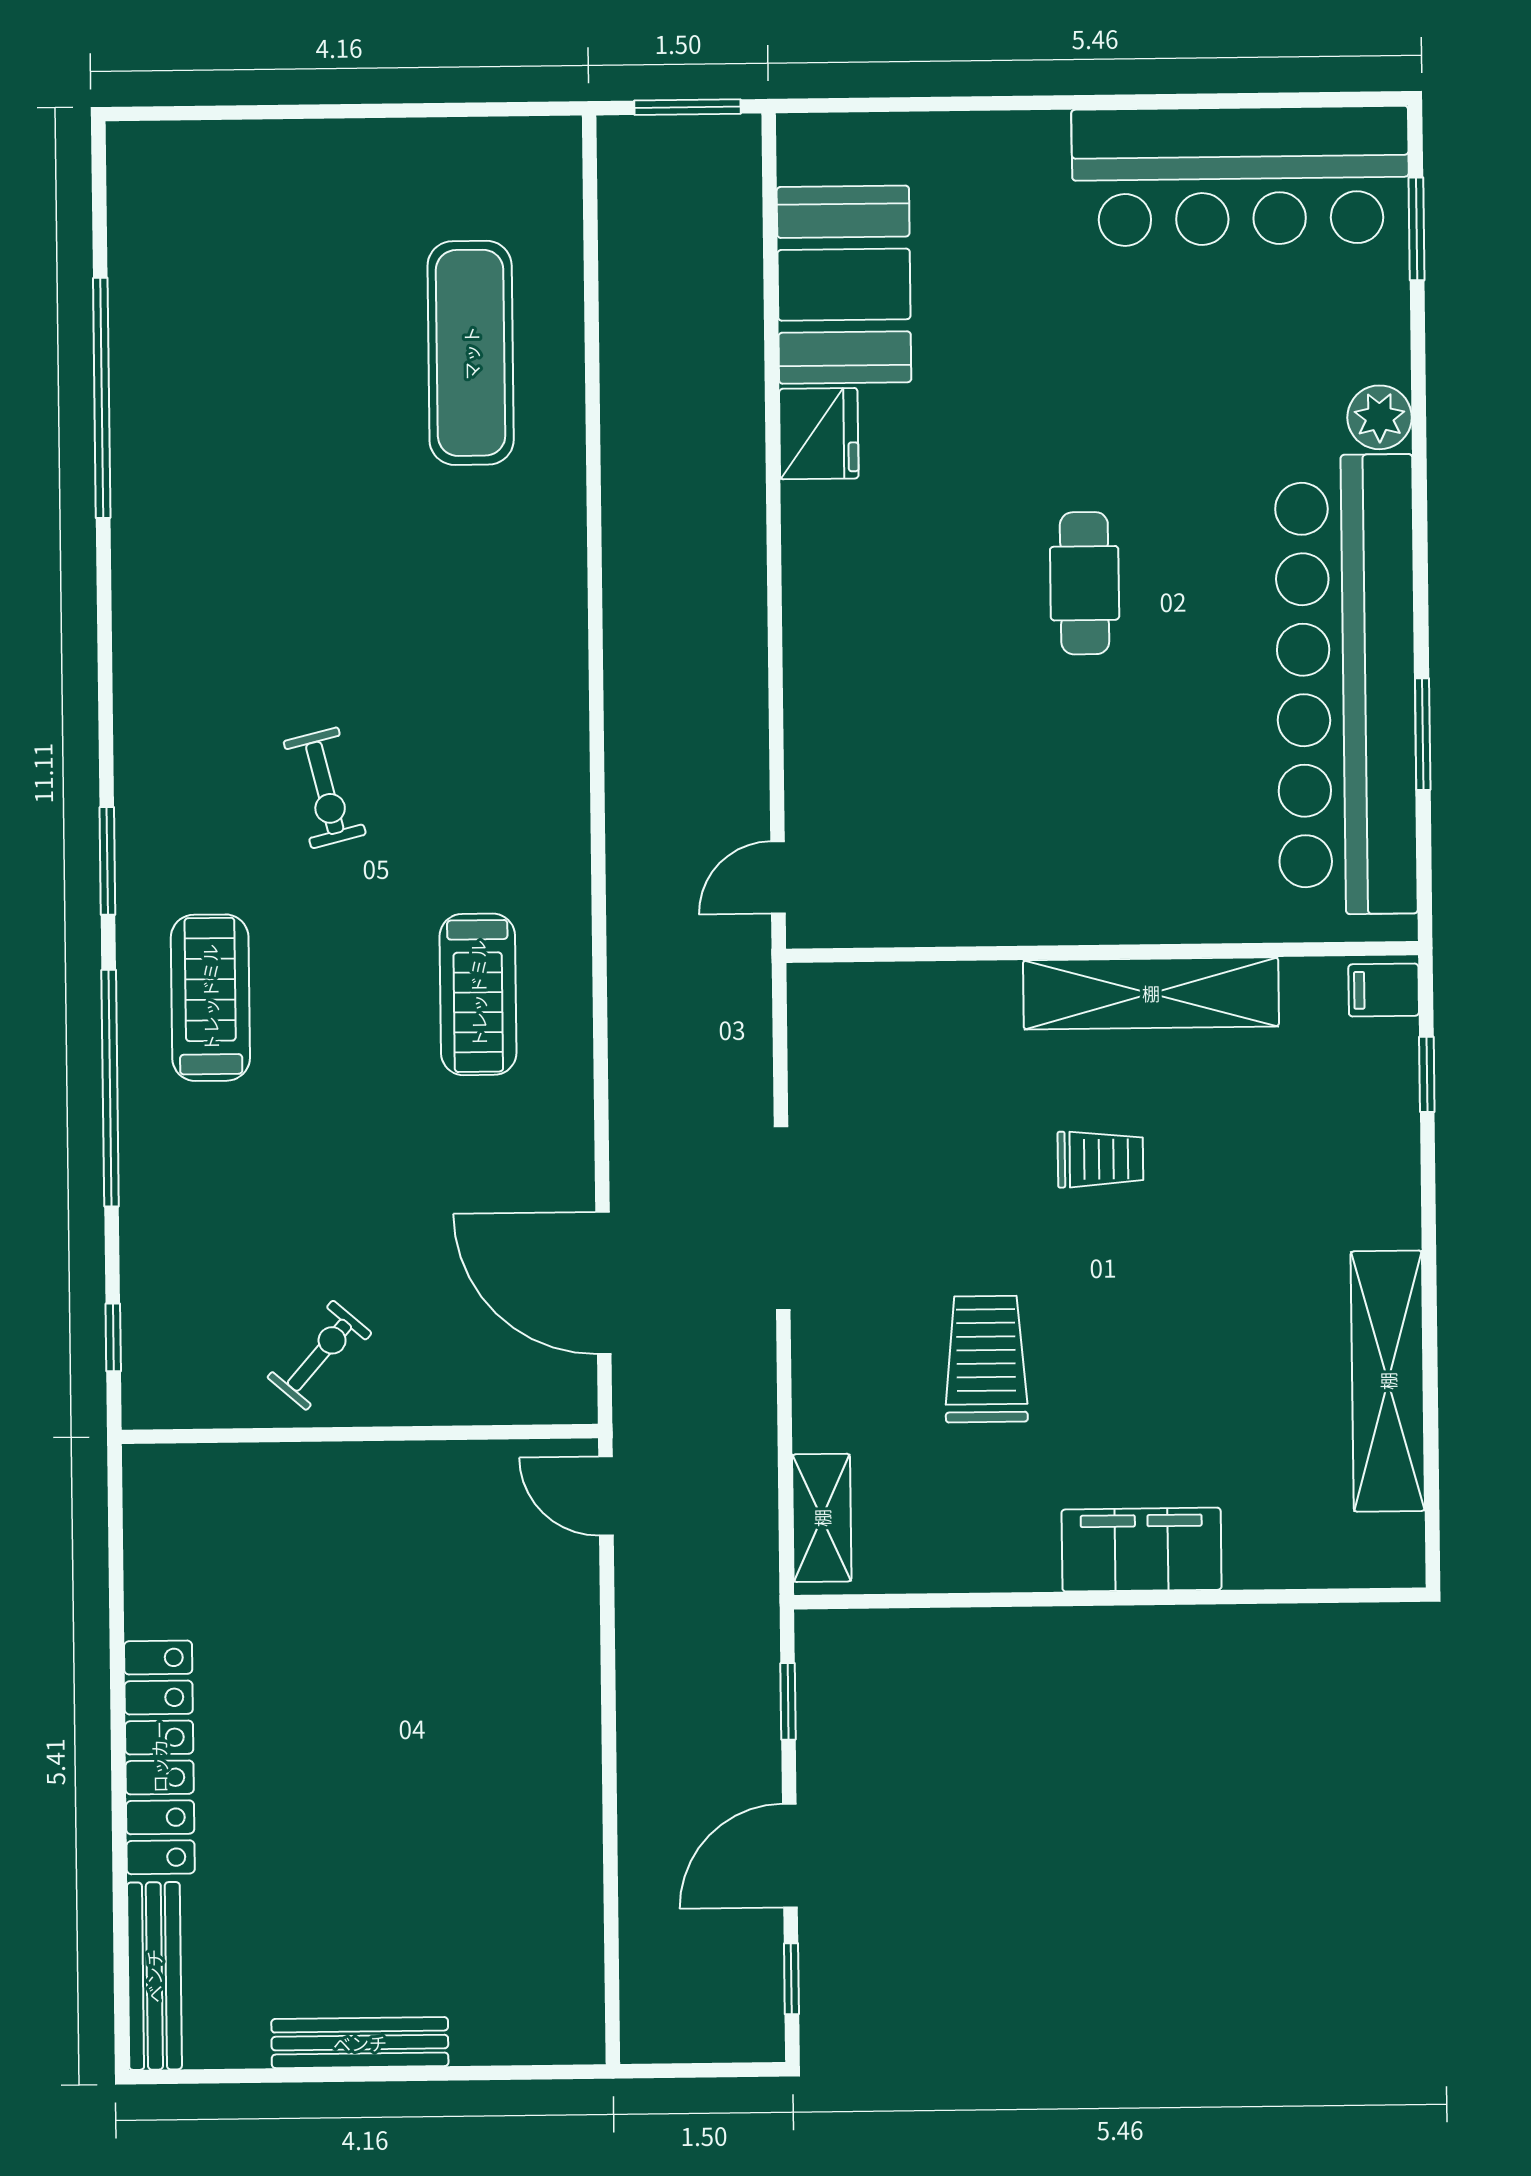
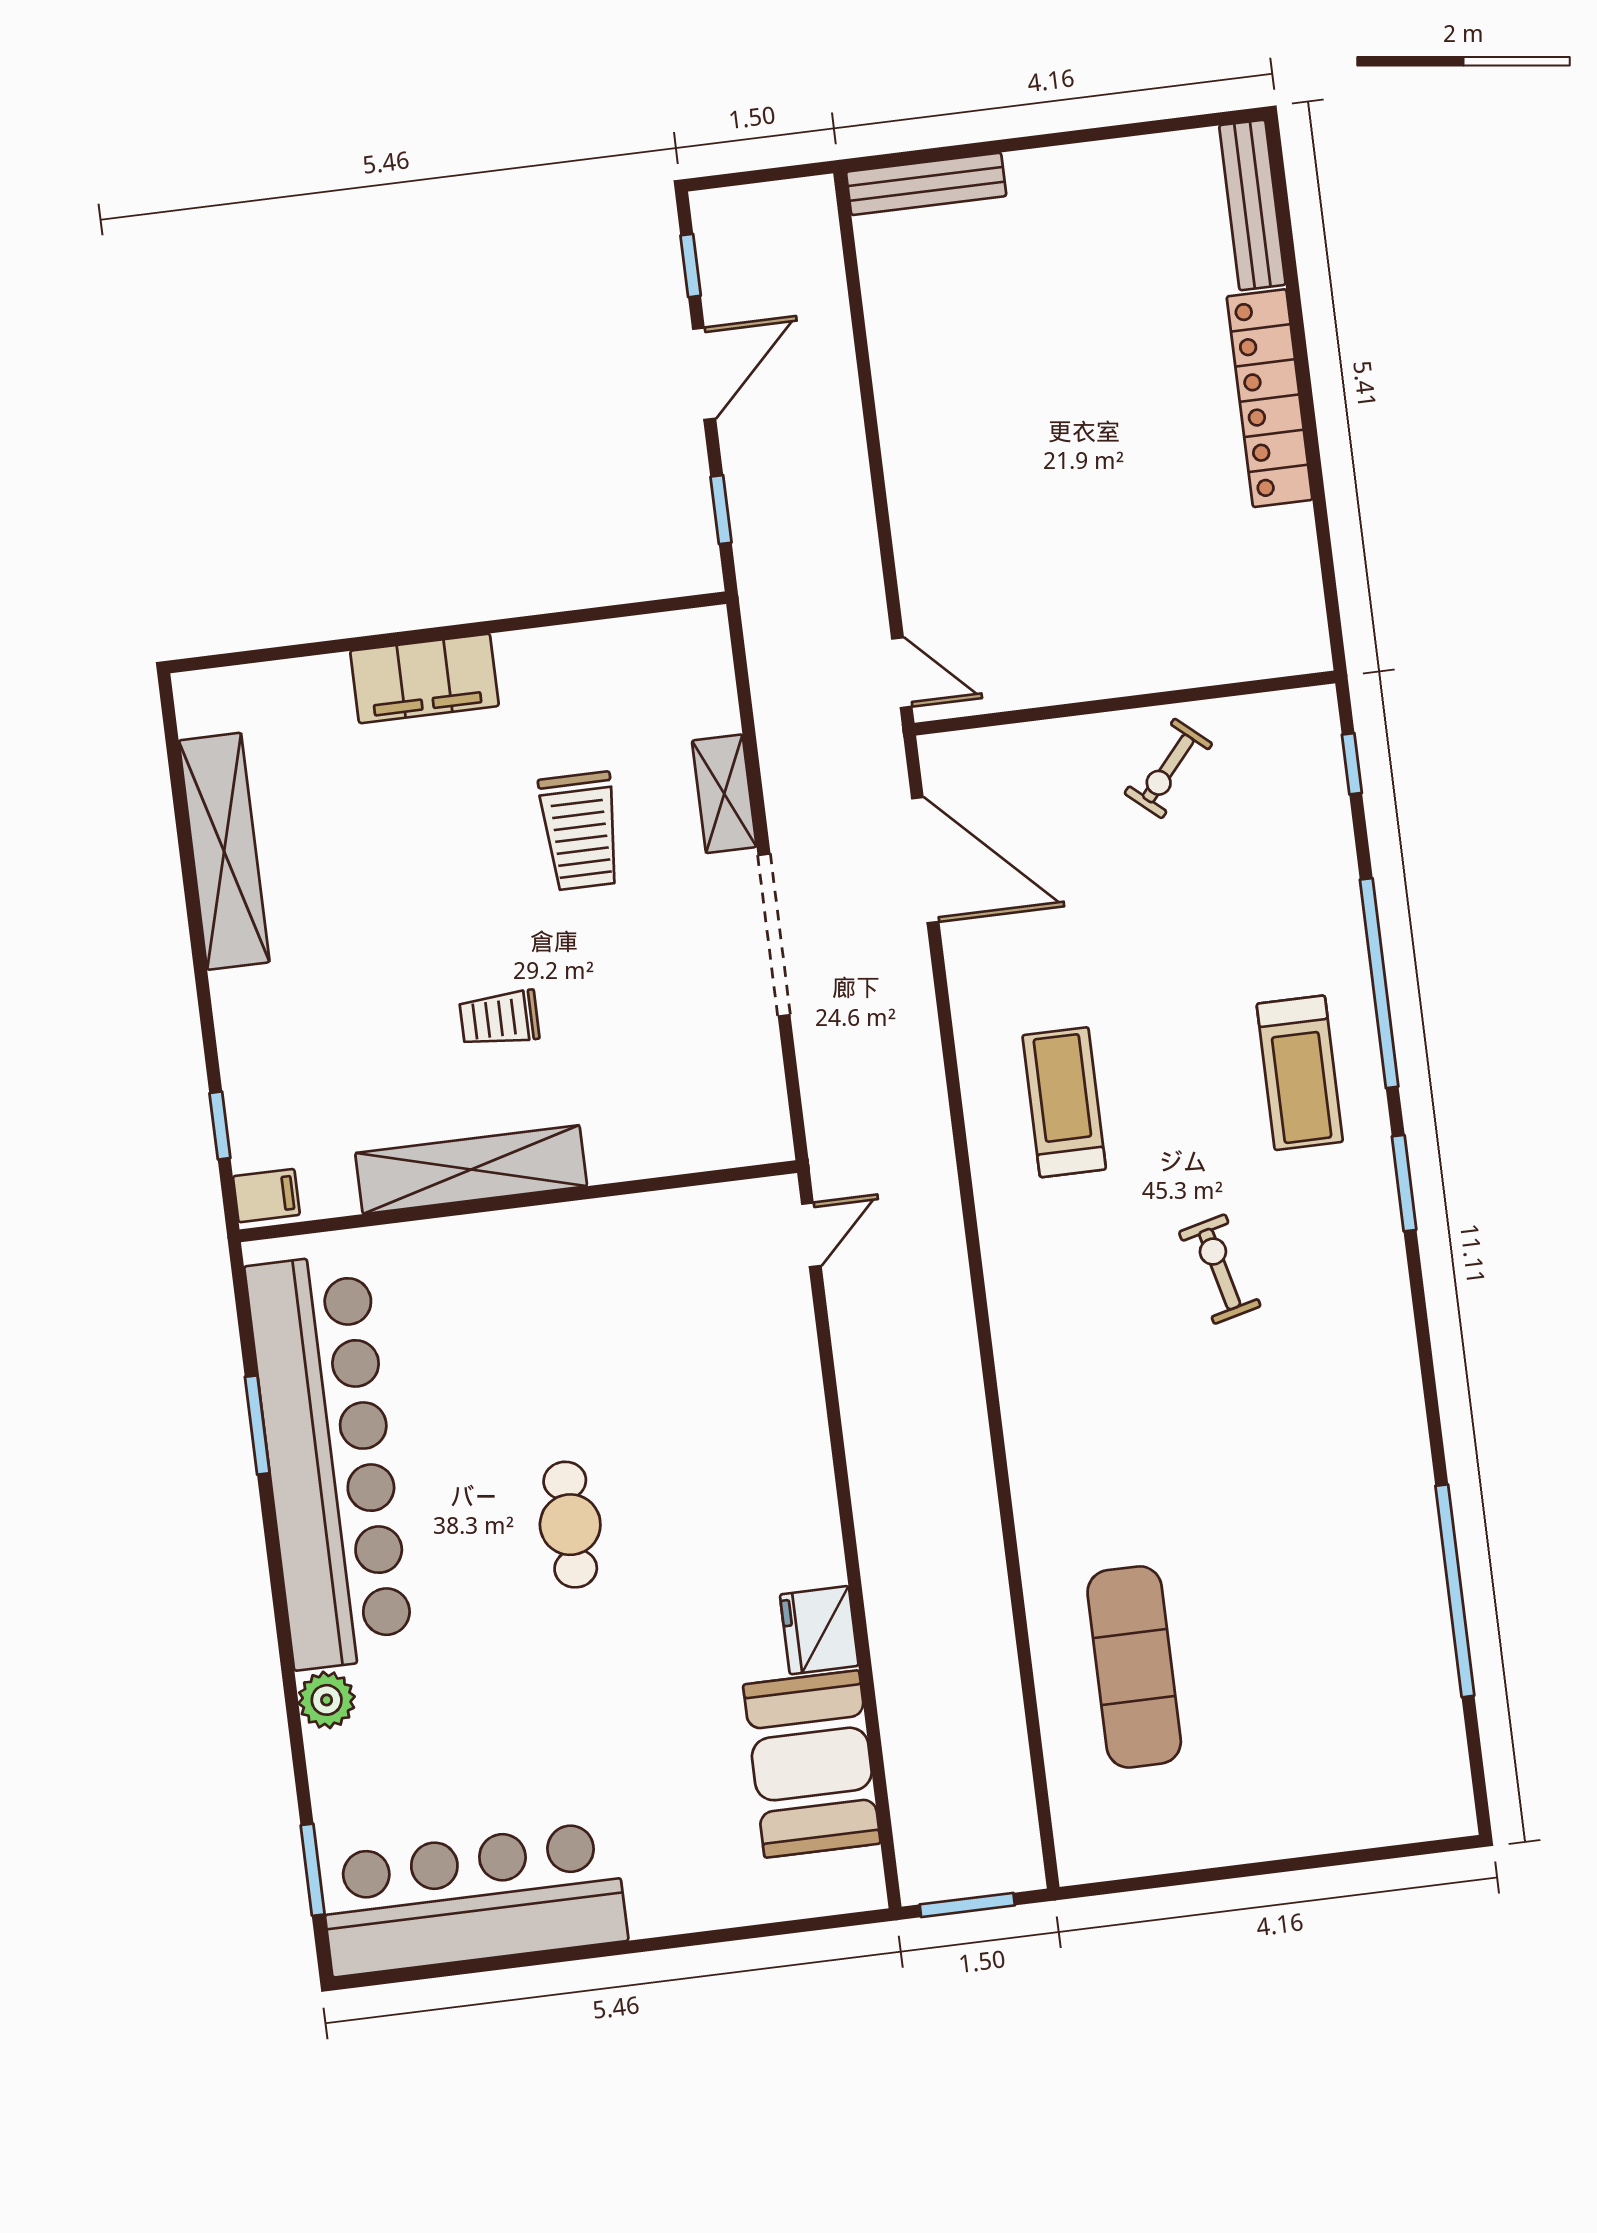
shelving: (822, 1518) -> (724, 794), moved
bench: (360, 2043) -> (926, 184), moved

